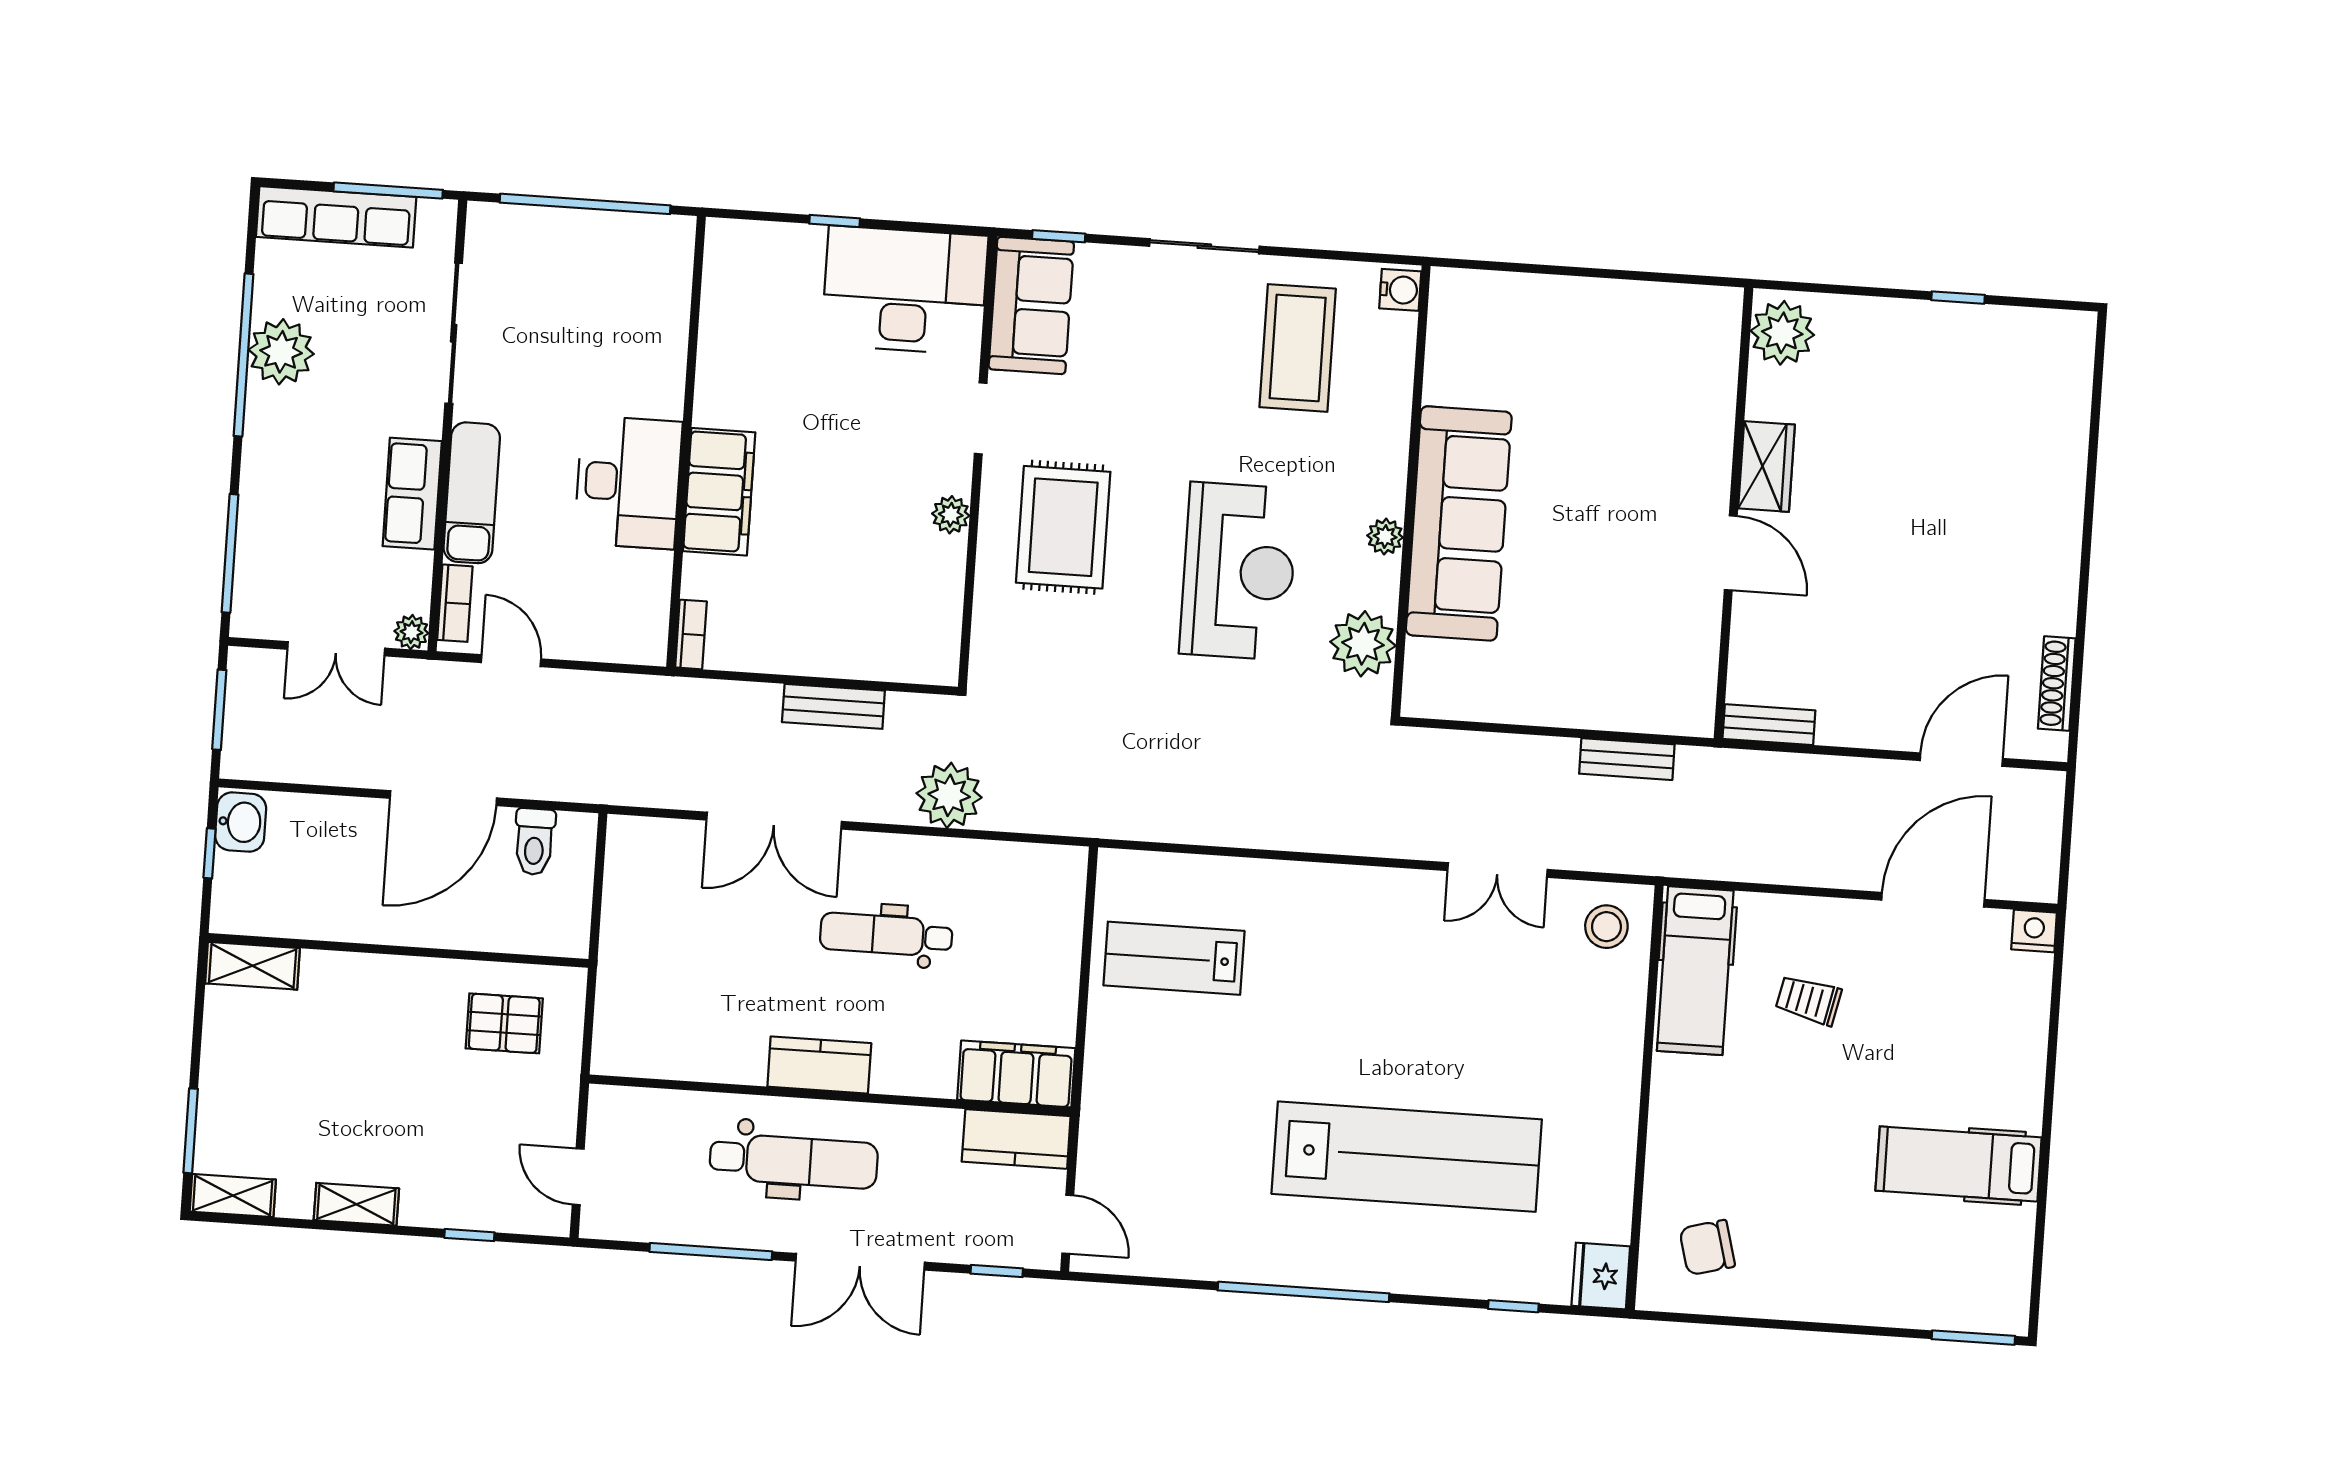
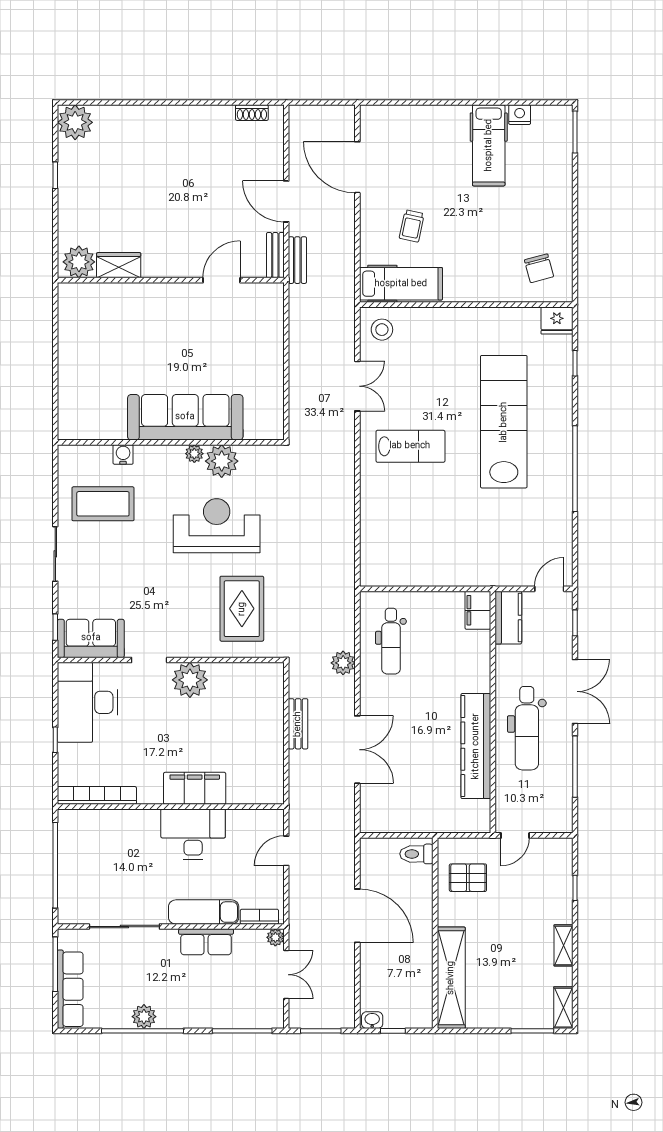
water cooler: (1400, 290) -> (123, 454), moved
plant: (2061, 344) -> (75, 122), added
plant: (281, 352) -> (144, 1017), width x0.73, depth x0.73
wardrobe: (1767, 467) -> (119, 265), moved
plant: (951, 515) -> (190, 680), width x1.88, depth x1.88
rug: (1063, 527) -> (242, 609), moved, turned 90
door: (1731, 553) -> (222, 280), moved
bookcase: (691, 634) -> (97, 795), moved, width x2.31, depth x1.31
plant: (1363, 644) -> (222, 461), moved
door: (511, 661) -> (286, 851), moved
shoe rack: (2057, 683) -> (252, 113), width x0.70
bench: (1627, 759) -> (297, 260), moved
door: (1961, 760) -> (286, 201), moved
plant: (949, 795) -> (343, 663), width x0.73, depth x0.73
washbasin: (241, 822) -> (372, 1020), width x0.72, depth x0.69
toilet: (534, 842) -> (416, 854), moved, turned 180
nightstand: (2034, 931) -> (520, 115), moved, turned 90
dental chair: (886, 935) -> (391, 641), moved
lab bench: (1174, 958) -> (410, 446), moved, turned -90
shelving: (253, 966) -> (451, 978), width x2.20, depth x1.33
pallet: (504, 1023) -> (468, 878), turned 90
kitchen counter: (819, 1065) -> (476, 746), width x2.08, depth x1.17
filing cabinet: (1016, 1074) -> (478, 610), width x0.67, depth x0.86
dental chair: (794, 1161) -> (527, 728), turned 180
door: (578, 1177) -> (515, 835), moved

